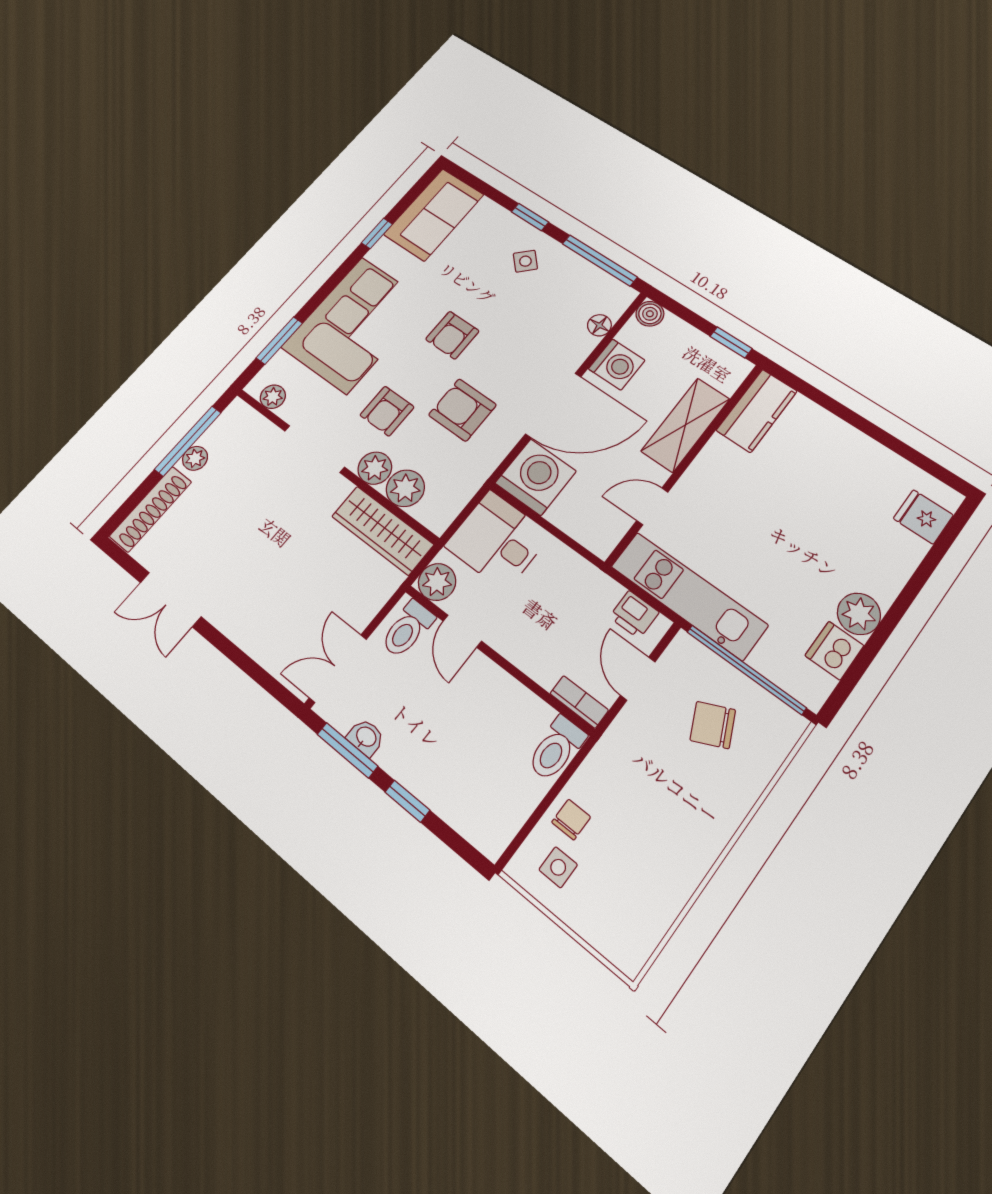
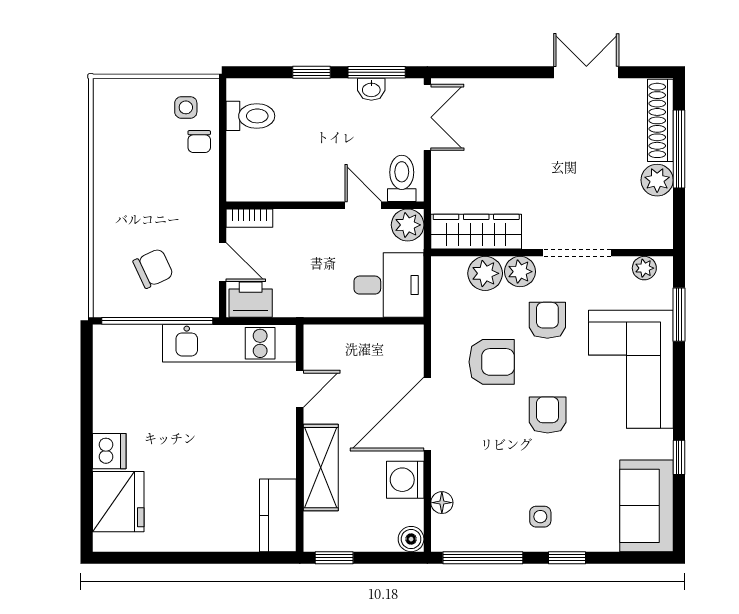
side table: (525, 261) -> (540, 517), turned 45
window: (188, 441) -> (679, 149), moved
plant: (195, 458) -> (657, 180), width x1.38, depth x1.38
washing machine: (536, 477) -> (398, 350), removed
fridge: (923, 517) -> (118, 502), width x1.88, depth x1.34
plant: (859, 614) -> (110, 414), removed
printer: (634, 615) -> (251, 300), width x1.36, depth x1.24
dishwasher: (834, 651) -> (109, 451), moved
toilet: (556, 749) -> (250, 116), moved, turned 90

